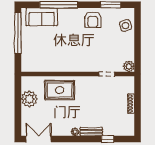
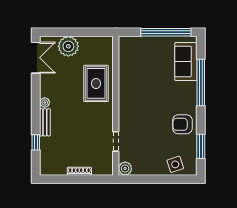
plant: (29, 99) -> (68, 46), moved

